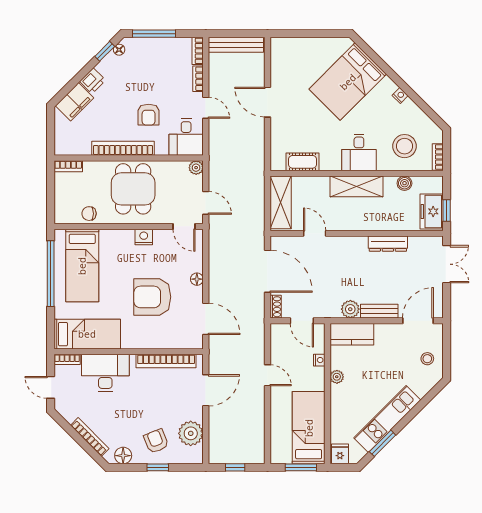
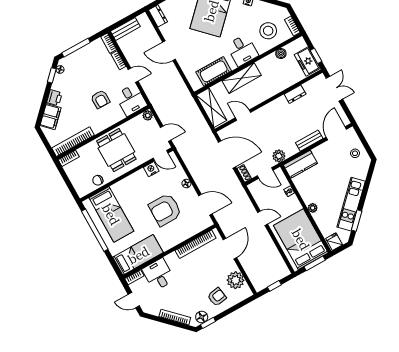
bench: (236, 45) -> (125, 29), width x0.73
dresser: (278, 51) -> (158, 16), added
bookcase: (123, 148) -> (73, 142), moved
cot: (303, 162) -> (214, 71), width x1.37, depth x1.34
shelving: (357, 186) -> (242, 78), moved
nightstand: (144, 237) -> (151, 169), moved
dresser: (388, 244) -> (295, 94), width x0.70
plant: (350, 309) -> (279, 156), moved
desk: (105, 373) -> (158, 275), width x0.73
plant: (337, 377) -> (313, 208), moved
bed: (309, 428) -> (301, 239), width x1.50
armchair: (156, 441) -> (217, 297), turned 103
window: (158, 467) -> (208, 323), moved

